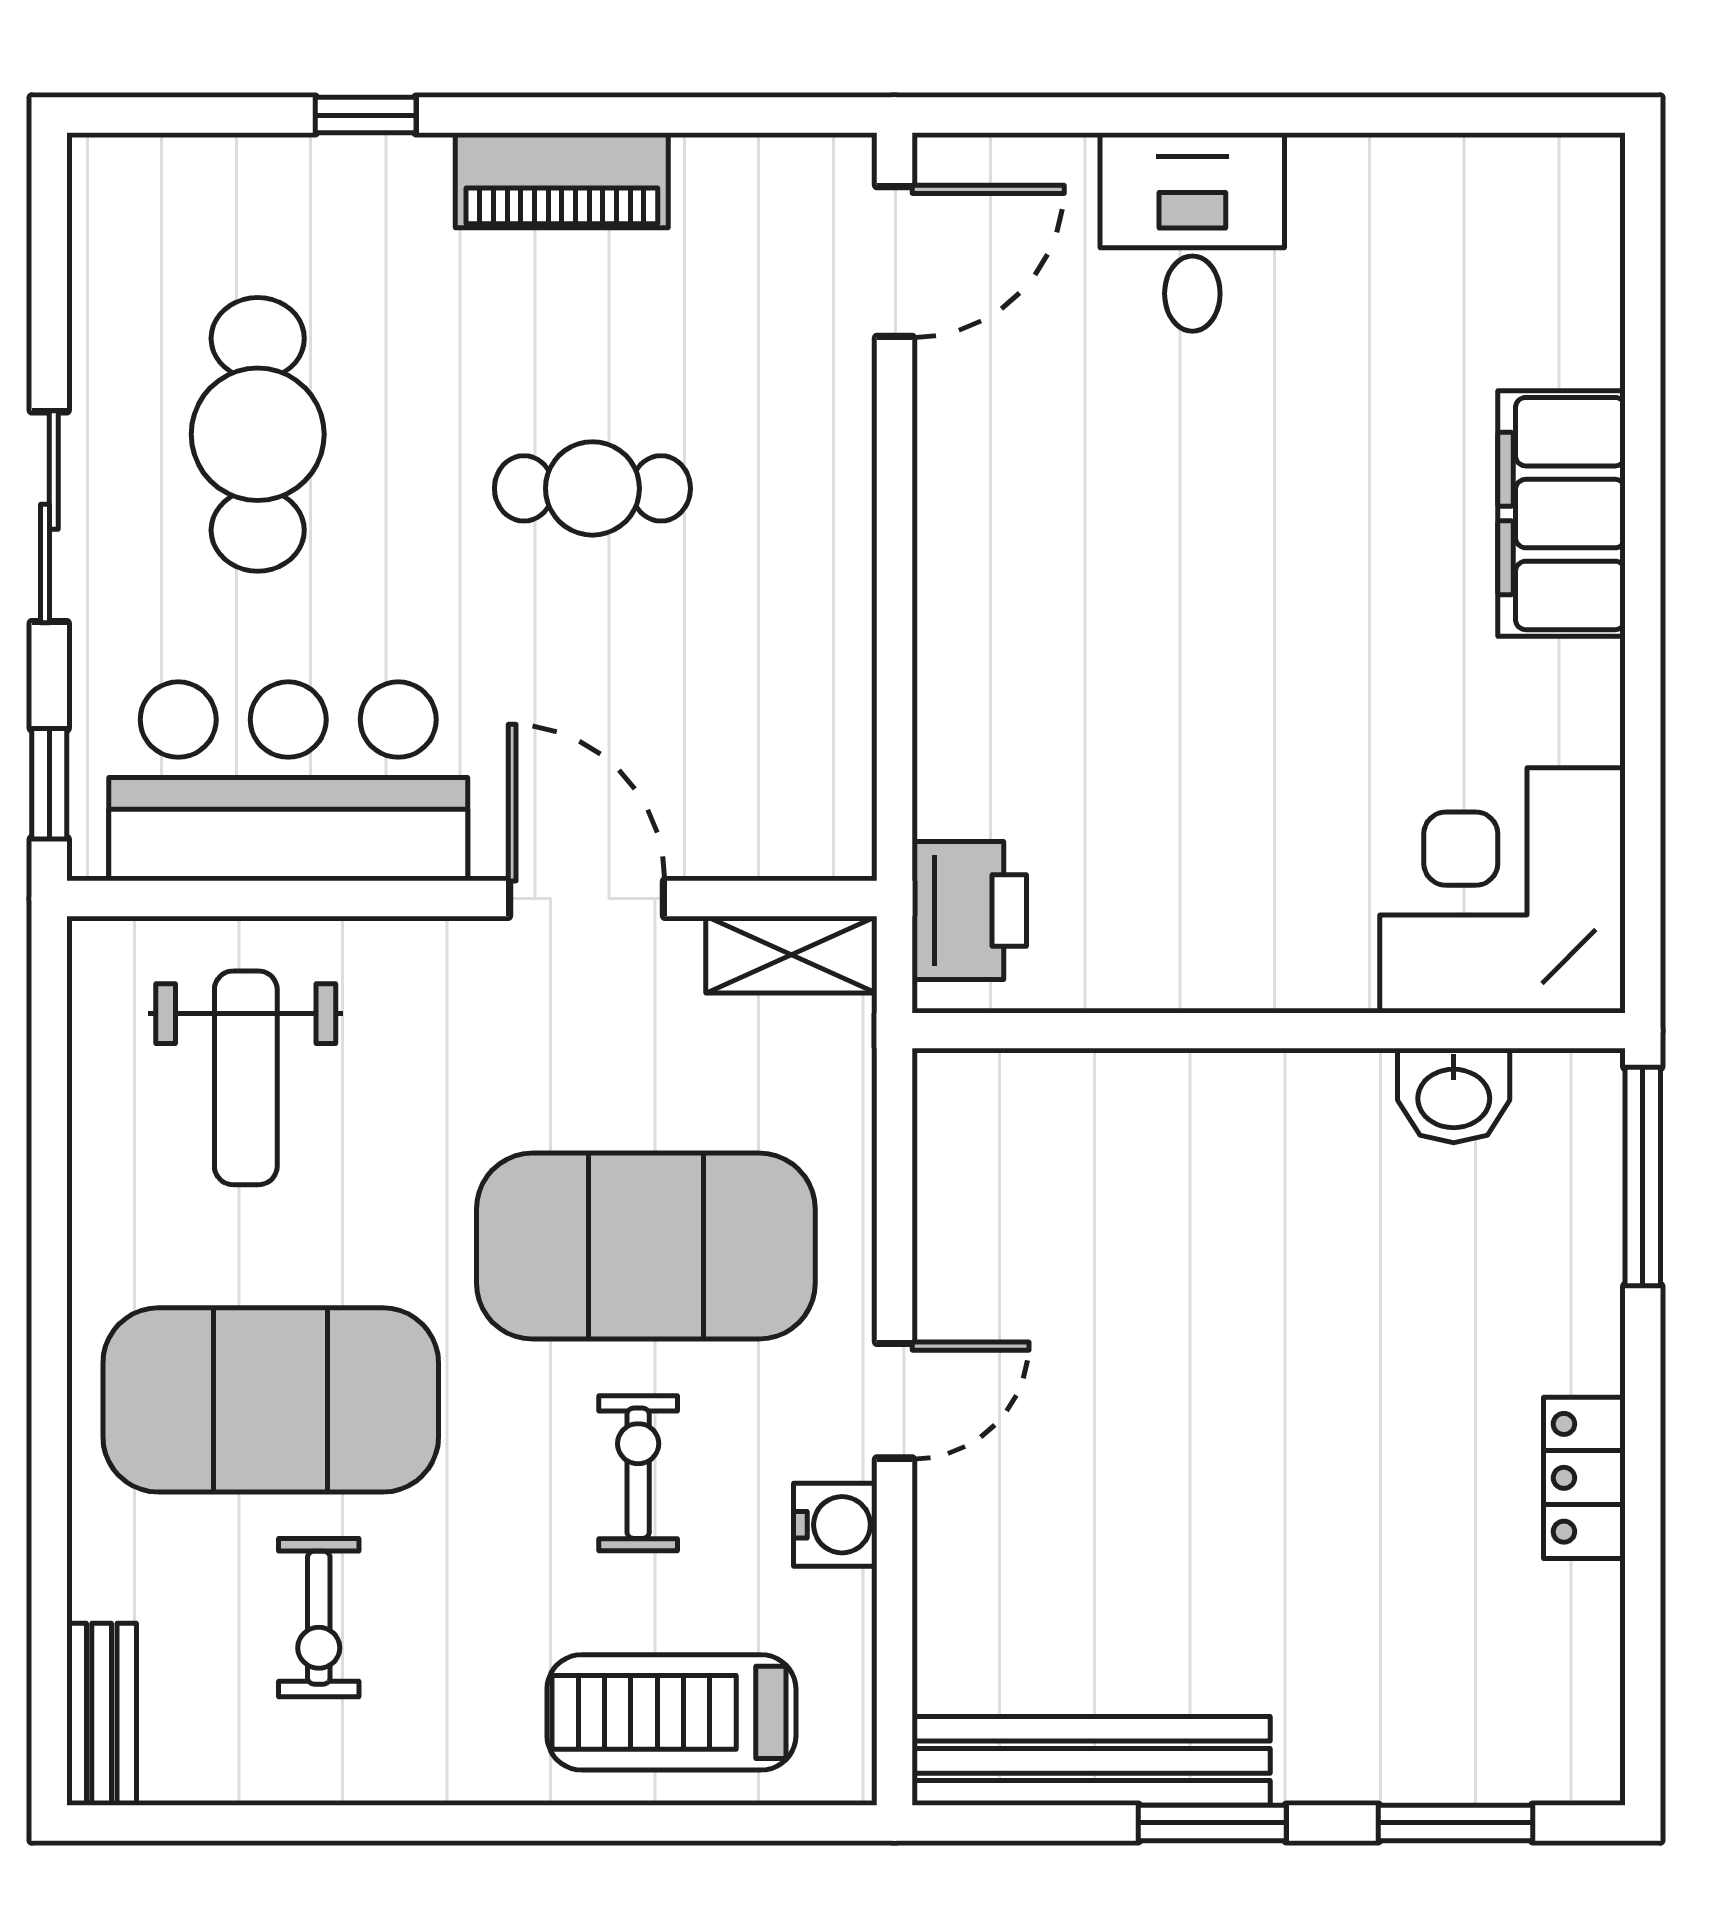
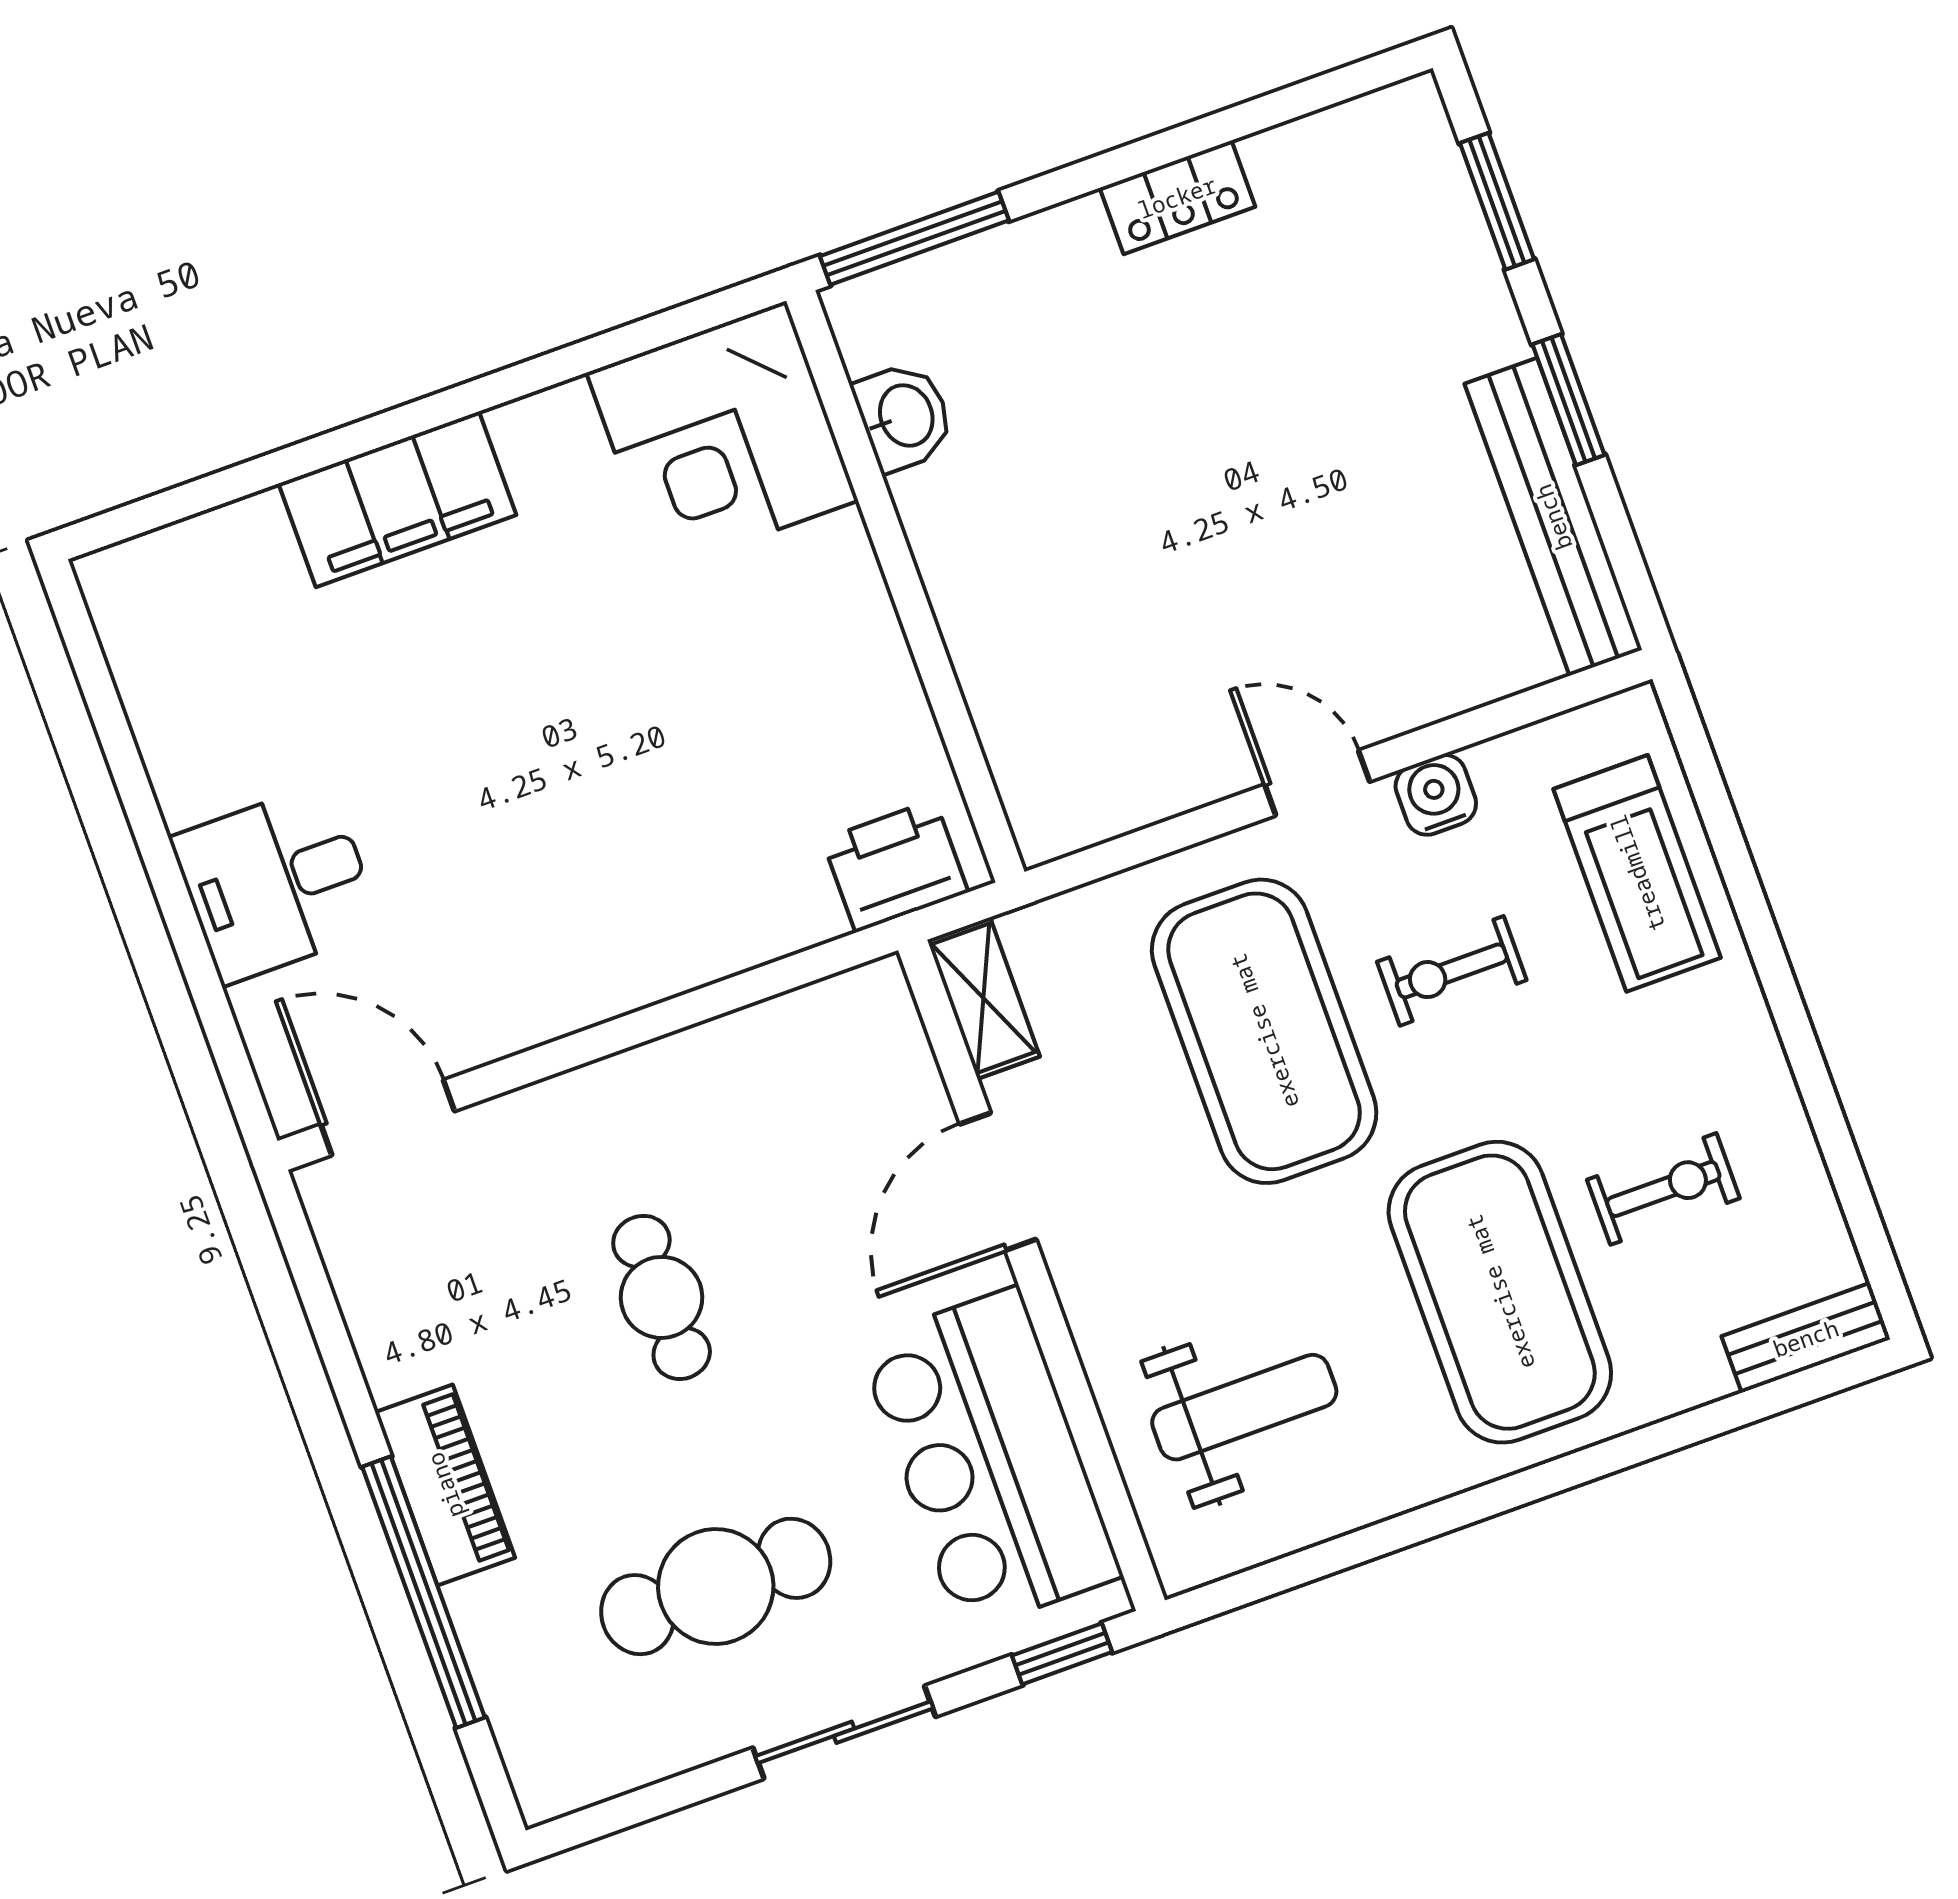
window: (366, 115) -> (424, 1592), width x3.17
piano: (562, 180) -> (445, 1485), moved

